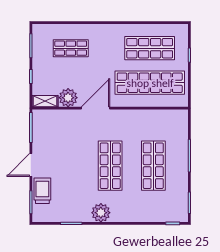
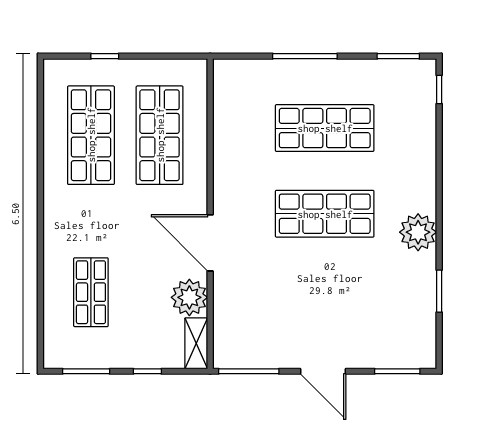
shop shelf: (150, 83) -> (160, 135), width x0.71
trolley: (42, 191) -> (375, 349), removed

